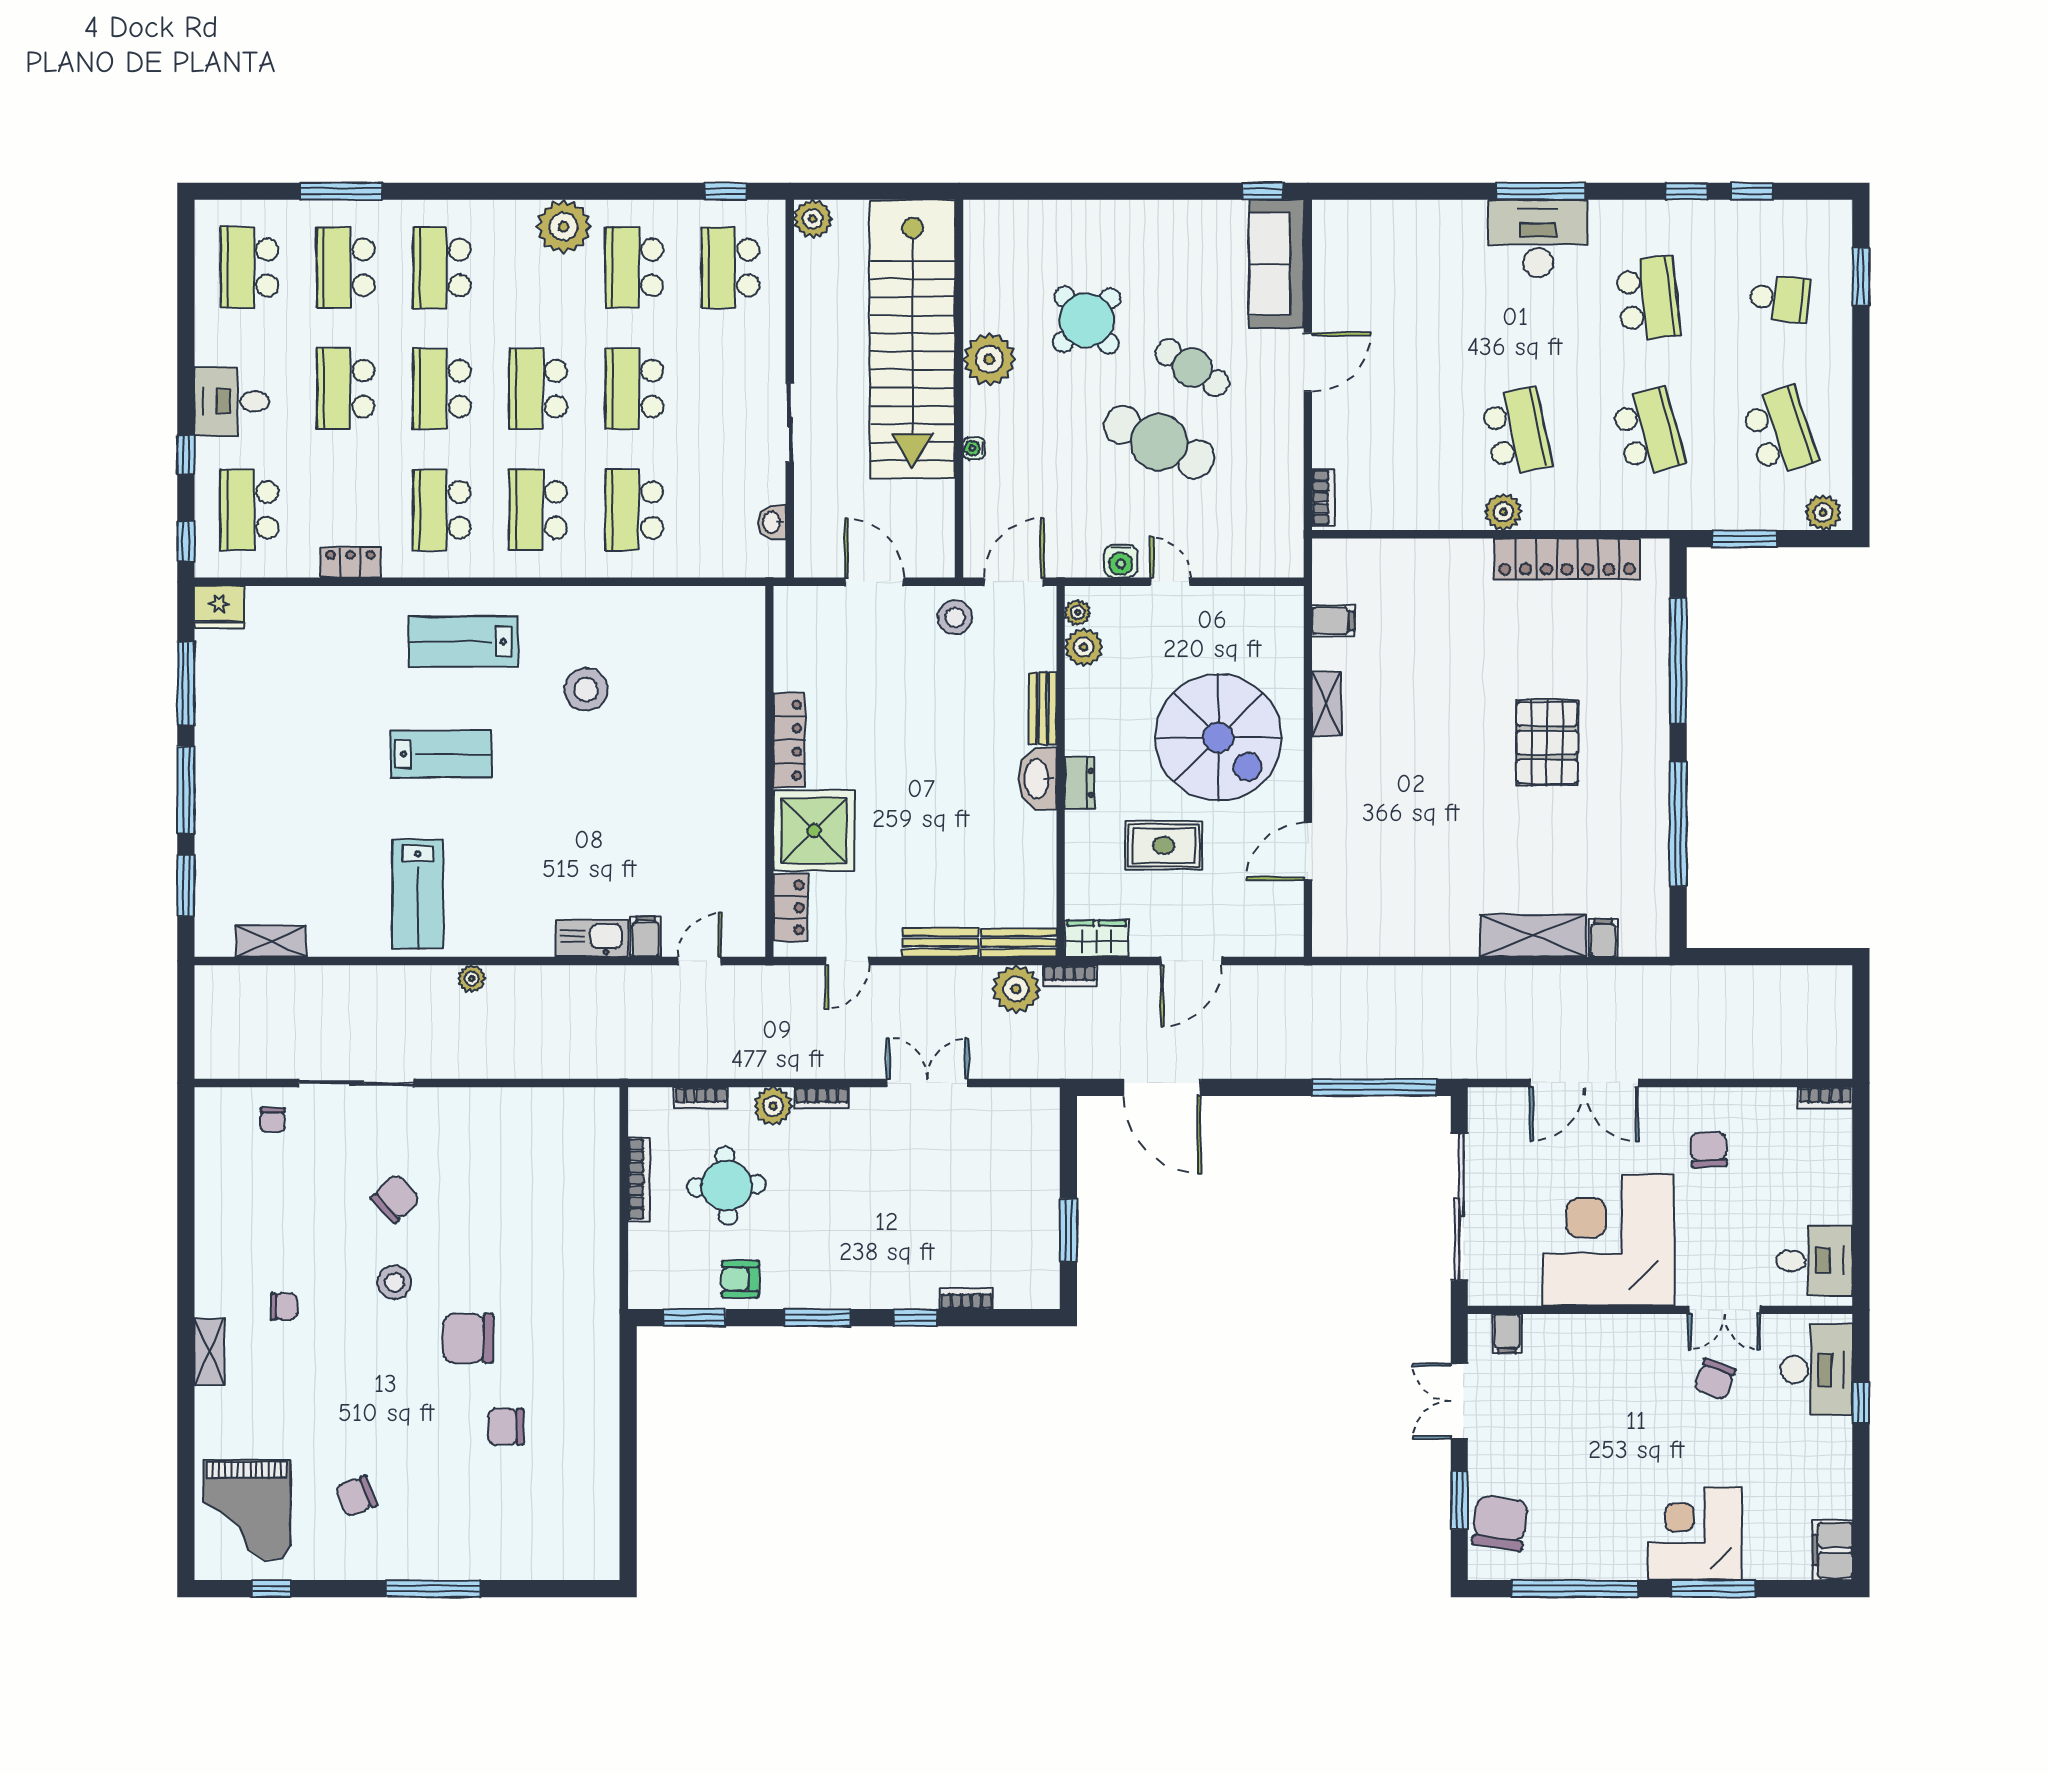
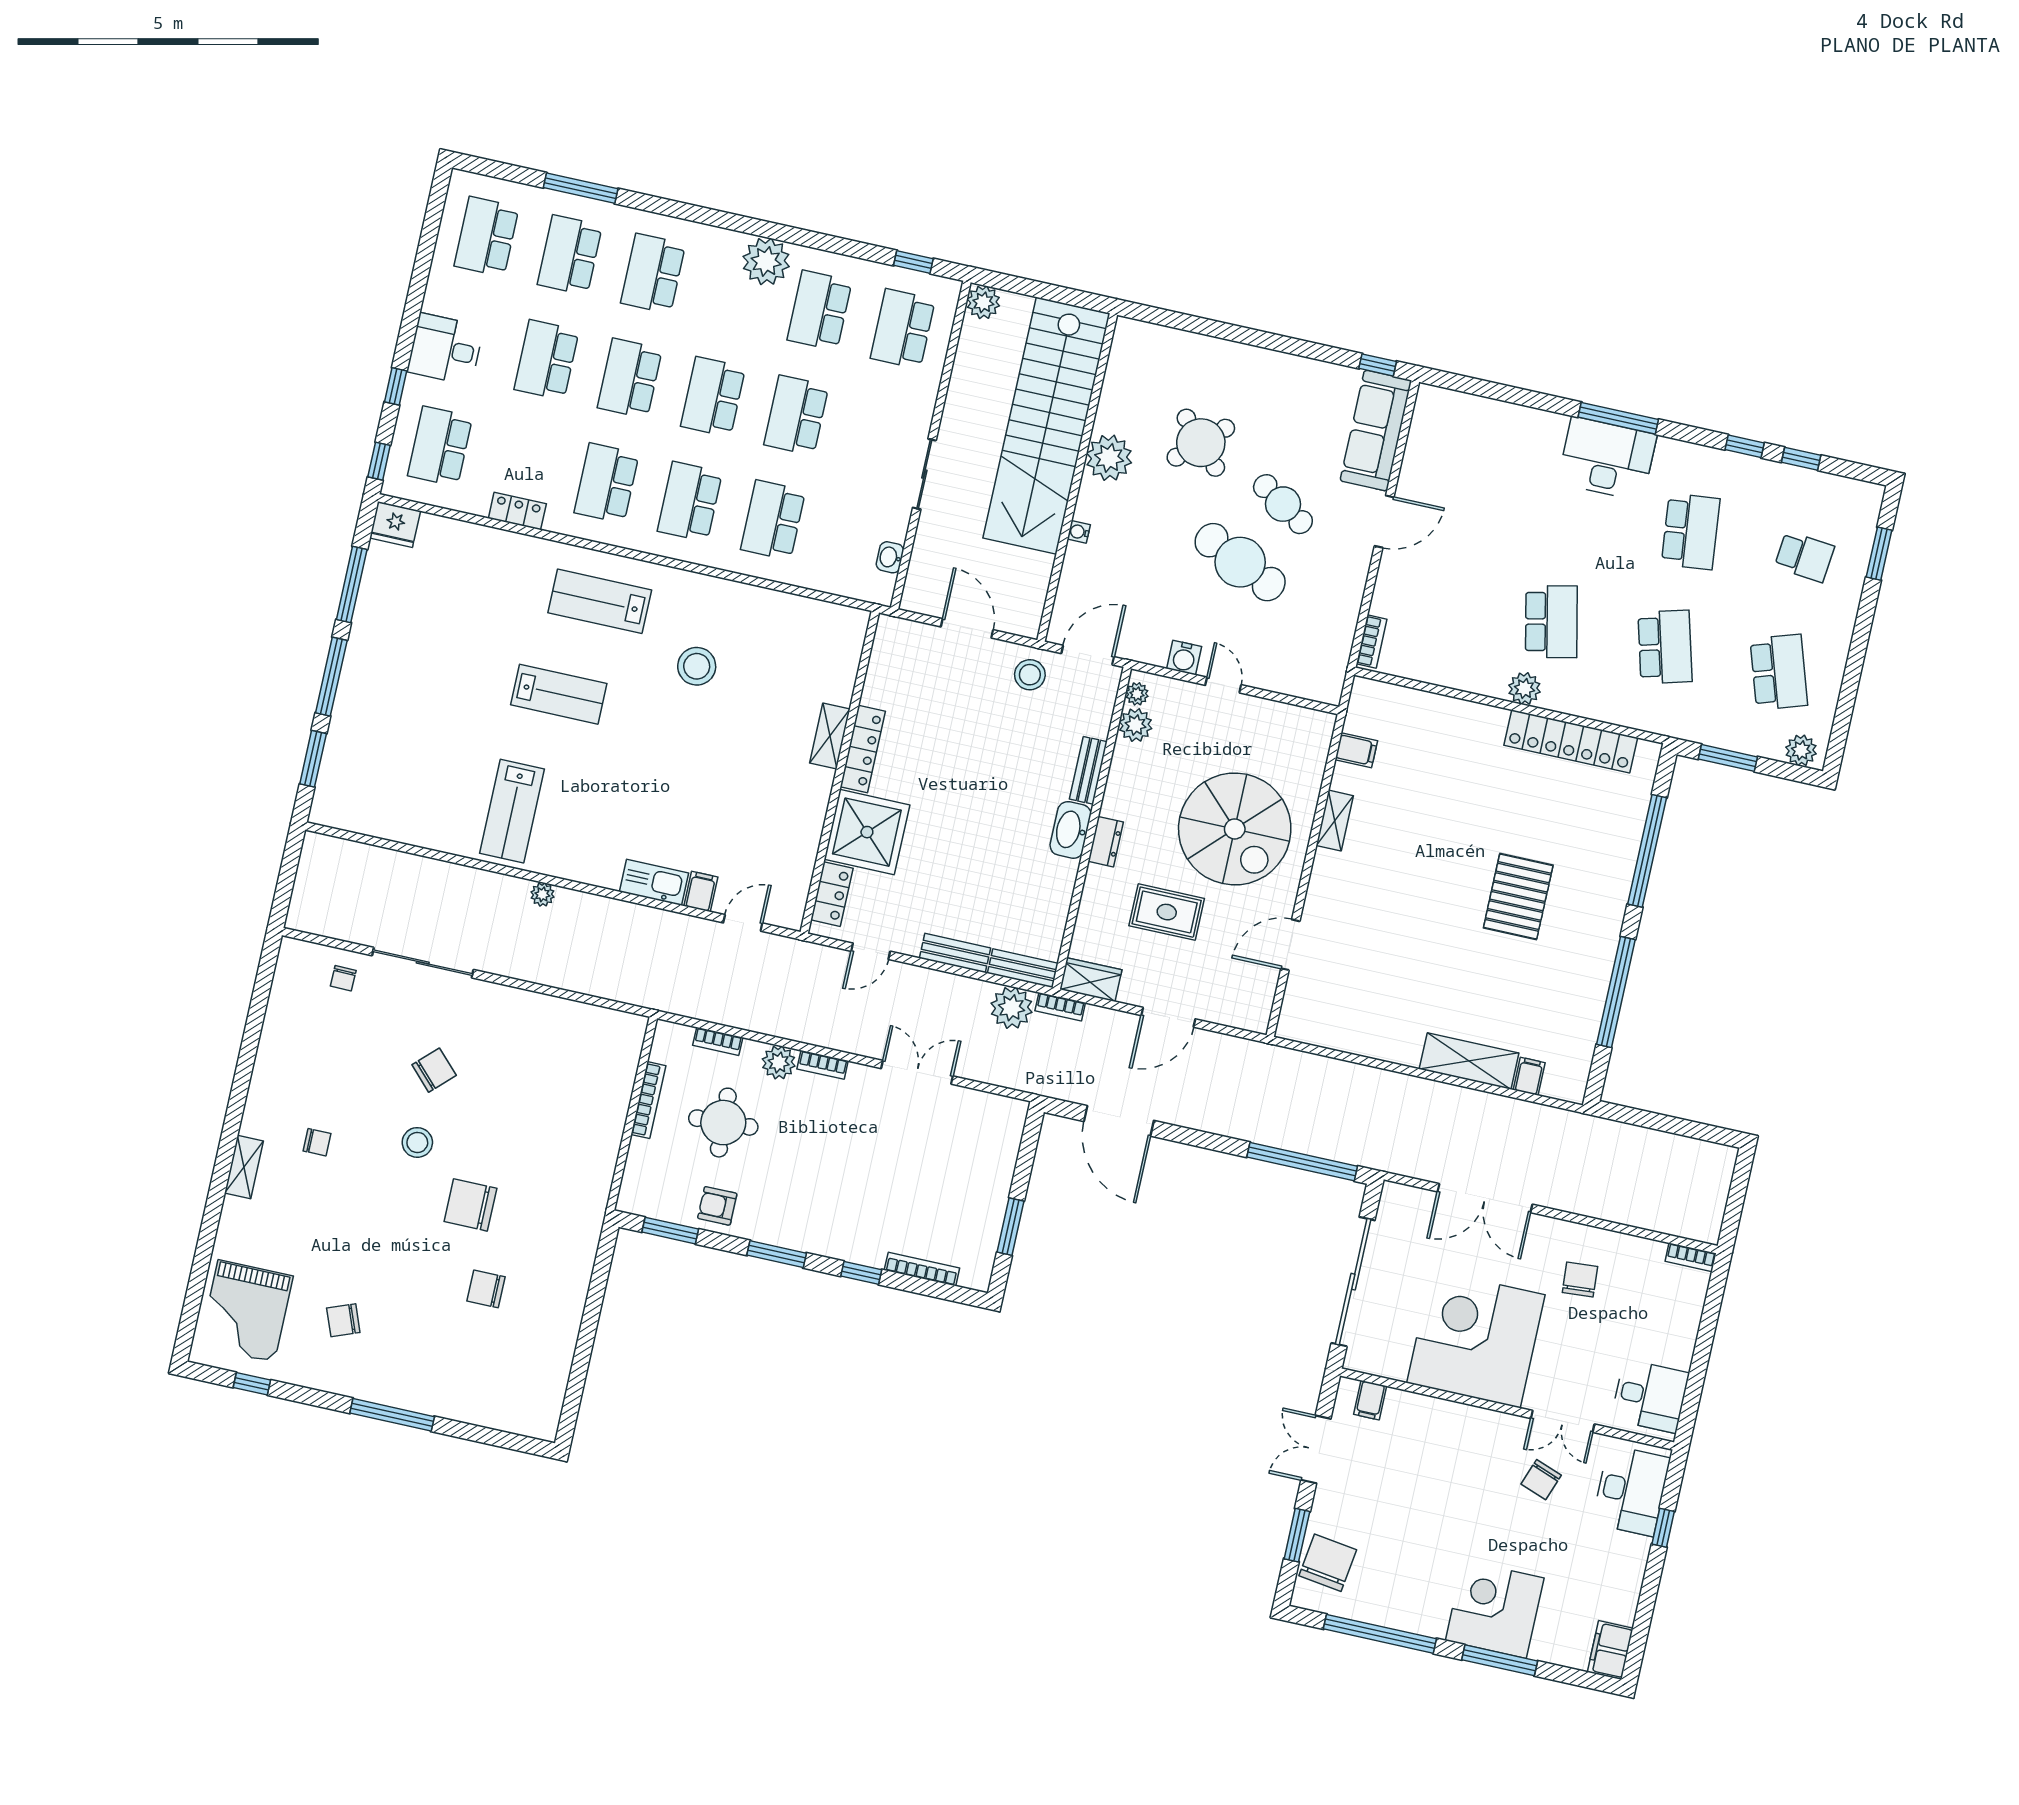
shelving: (271, 941) -> (830, 736), moved, turned 90
bookcase: (966, 1299) -> (922, 1269), width x1.56

